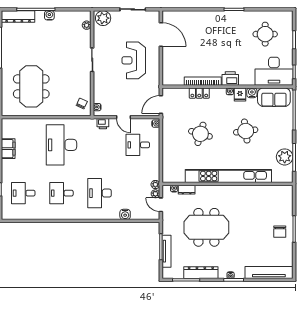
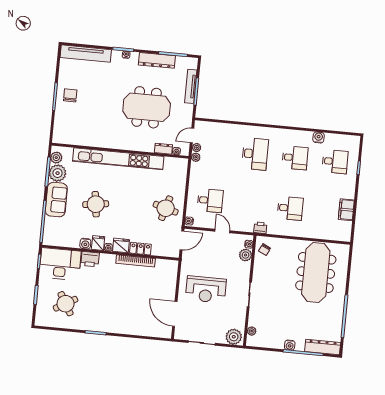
round table: (265, 34) -> (66, 304), turned -30
reception desk: (134, 60) -> (206, 289), turned 90
printer: (230, 78) -> (90, 259), moved
meeting table: (31, 86) -> (316, 273), width x1.36
fridge: (218, 94) -> (121, 245), added
plant: (99, 97) -> (246, 255), added
sofa: (274, 97) -> (56, 200), moved, turned 90
printer: (103, 124) -> (260, 228), moved
round table: (200, 134) -> (166, 208), moved
desk: (61, 145) -> (290, 208), width x0.53, depth x0.77
plant: (287, 171) -> (56, 158), added
door: (161, 205) -> (192, 136), swing flipped
water cooler: (125, 214) -> (319, 138), moved

